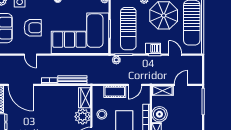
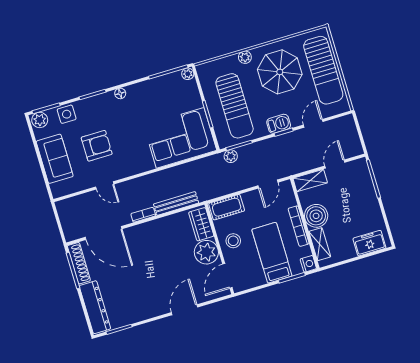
corner sofa: (80, 33) -> (180, 138), width x0.73, depth x0.74
door: (175, 55) -> (313, 123), hinge flipped
cot: (115, 92) -> (227, 207), moved

